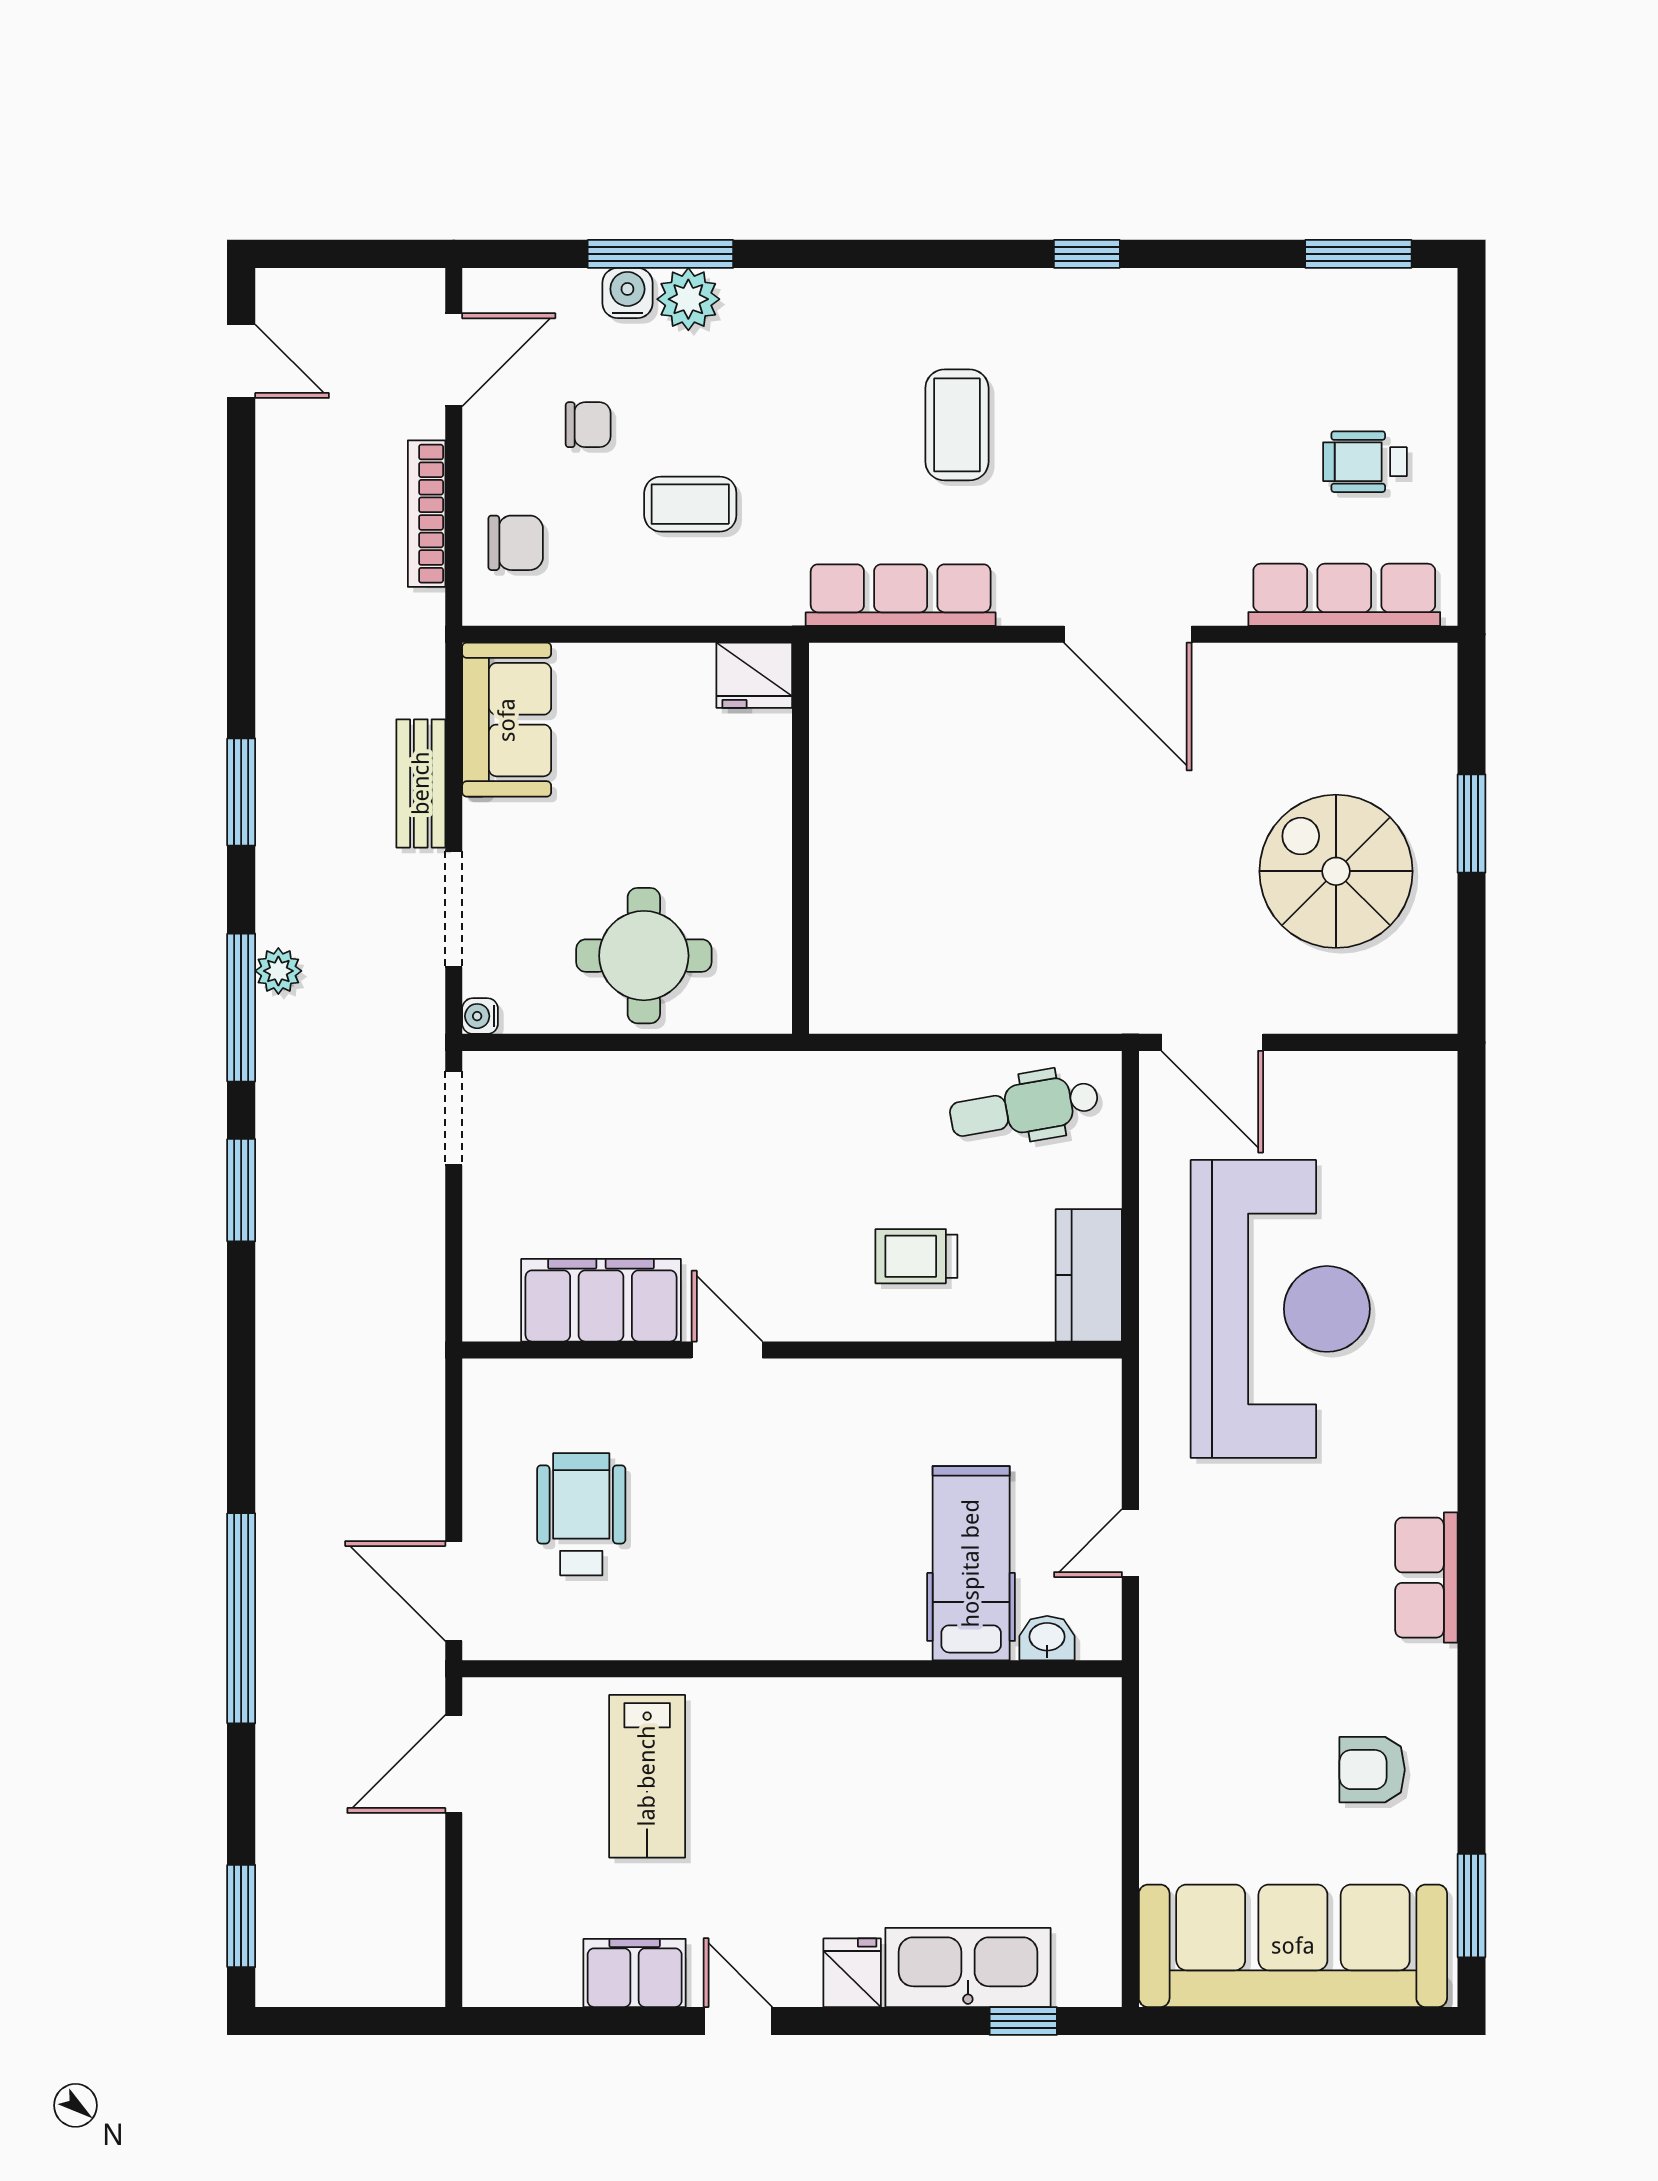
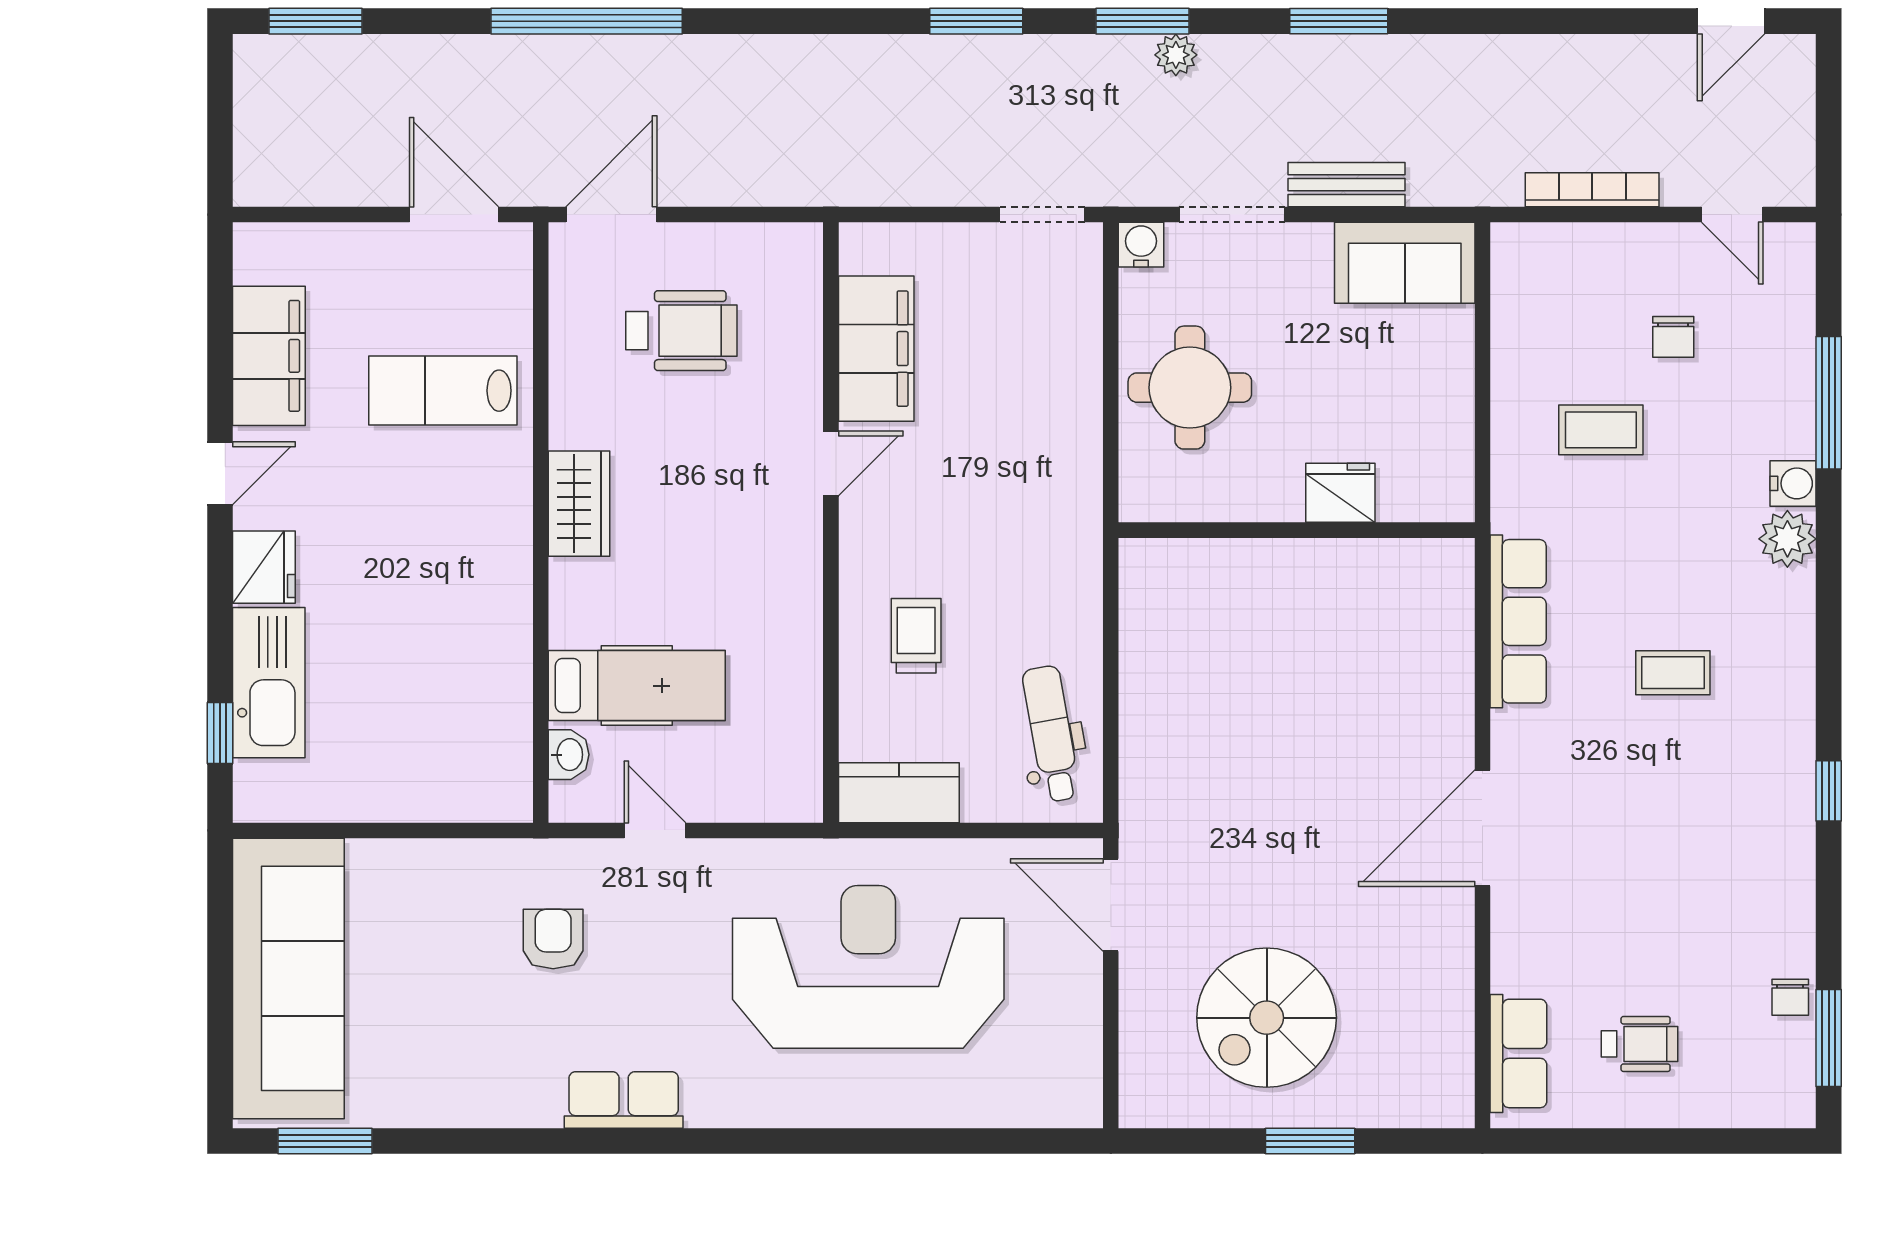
water cooler: (627, 293) -> (1793, 483), moved
plant: (688, 299) -> (1787, 539), moved
door: (454, 360) -> (1732, 215), width x0.73
coffee table: (957, 425) -> (1673, 673), width x0.73, depth x0.77
wheelchair: (1365, 462) -> (1639, 1044), turned 90
coffee table: (690, 504) -> (1601, 430), turned 90
chair: (516, 543) -> (1790, 997), moved, width x0.73, depth x0.73
row of seats: (1344, 595) -> (1518, 1053), width x0.68
fridge: (754, 675) -> (1340, 493), moved, turned 90
spiral stairs: (1336, 871) -> (1267, 1018), turned 180
window: (241, 1008) -> (1143, 21), width x0.69
water cooler: (480, 1016) -> (1141, 245), width x1.38, depth x1.38
door: (1212, 1042) -> (1111, 905), hinge flipped
reception desk: (1280, 1309) -> (868, 967), turned 180
wardrobe: (771, 1627) -> (579, 504), added
armchair: (1372, 1770) -> (553, 939), moved
filing cabinet: (635, 1973) -> (269, 356), width x1.50, depth x1.17
fridge: (852, 1973) -> (264, 567), width x1.38

